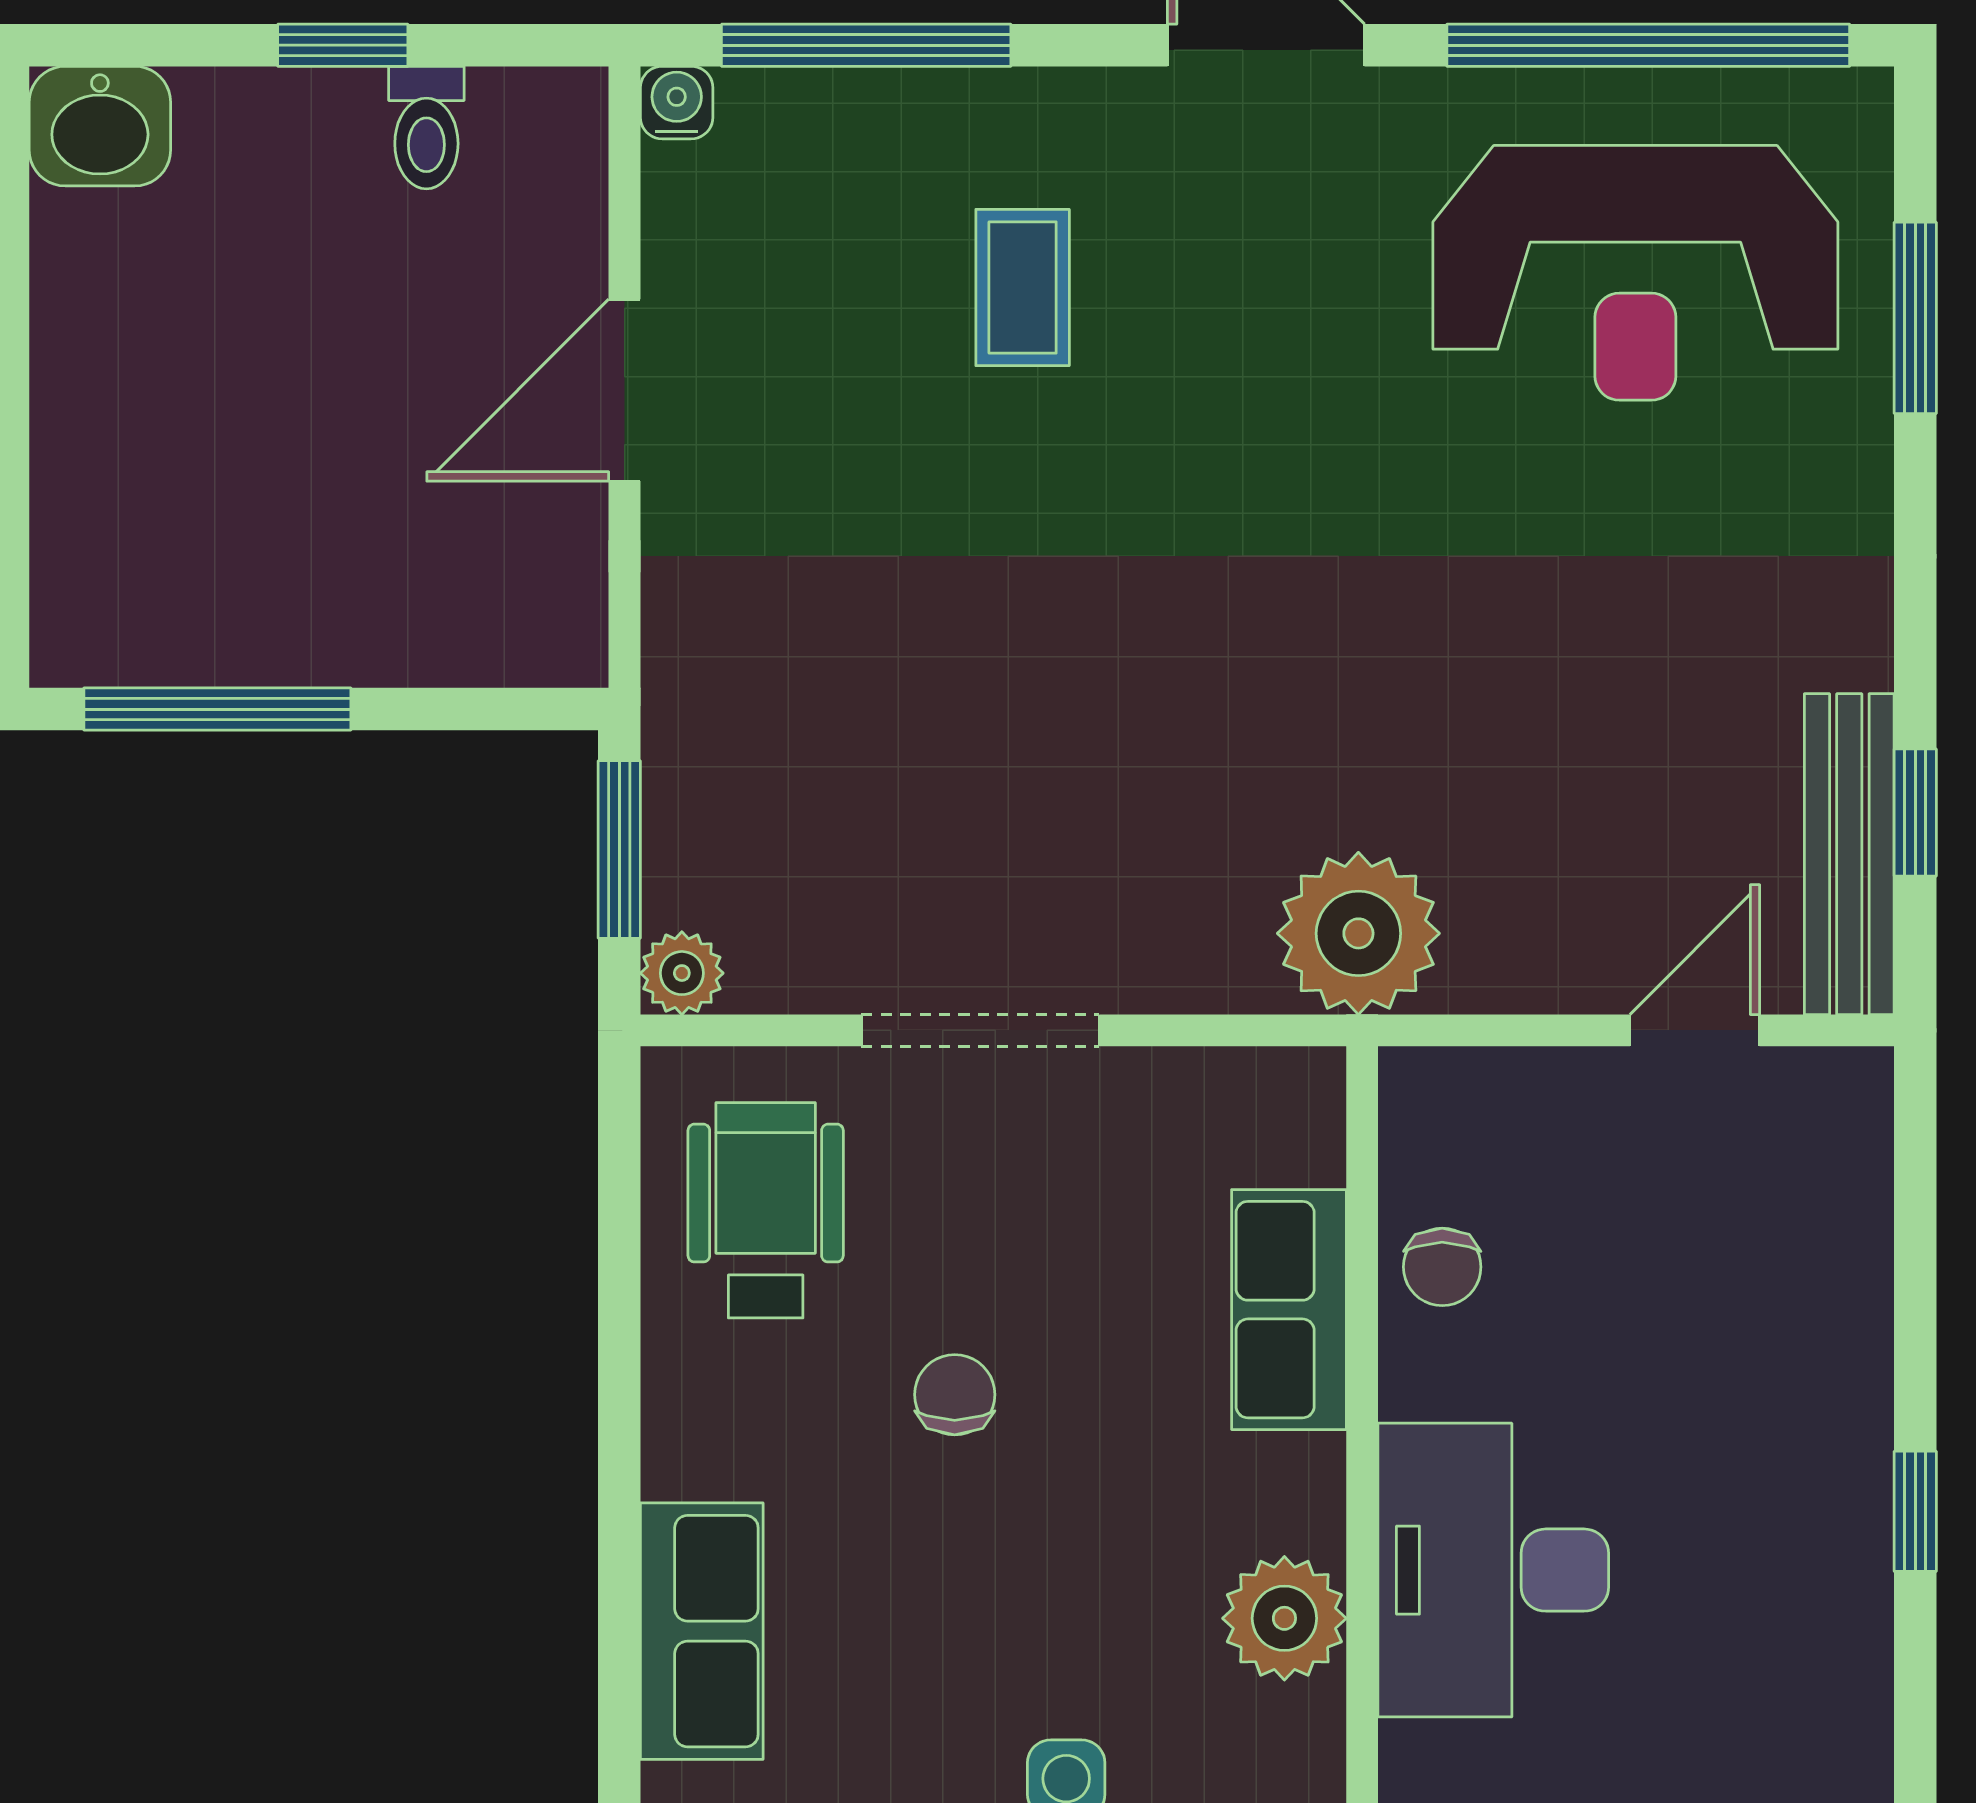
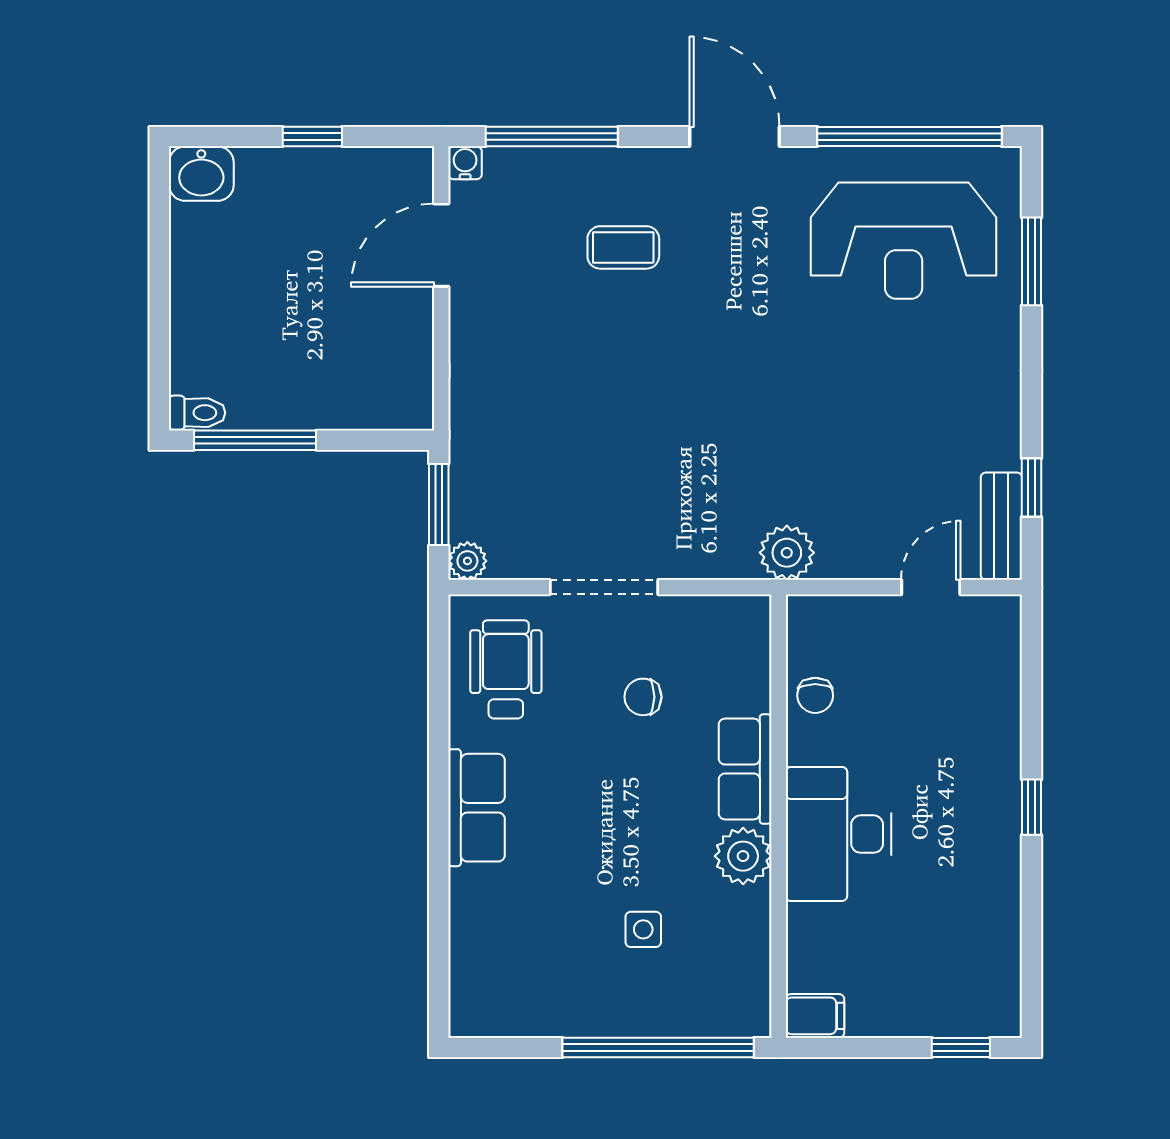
toilet: (426, 128) -> (197, 413), moved, turned -90
coffee table: (1023, 288) -> (623, 247), turned 90
door: (625, 390) -> (441, 245), moved
bench: (1849, 854) -> (1001, 526), width x0.73
plant: (1358, 933) -> (787, 553), width x0.73, depth x0.73
row of seats: (1289, 1310) -> (745, 769), moved
chair: (955, 1395) -> (643, 697), moved, turned -90
row of seats: (702, 1631) -> (477, 808), moved

